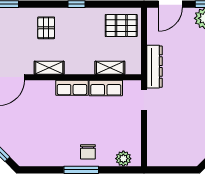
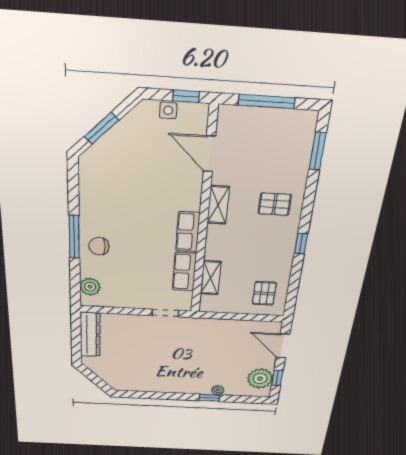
pallet: (121, 26) -> (264, 293), width x0.67, depth x0.71
dresser: (154, 67) -> (90, 335), moved, turned -90

